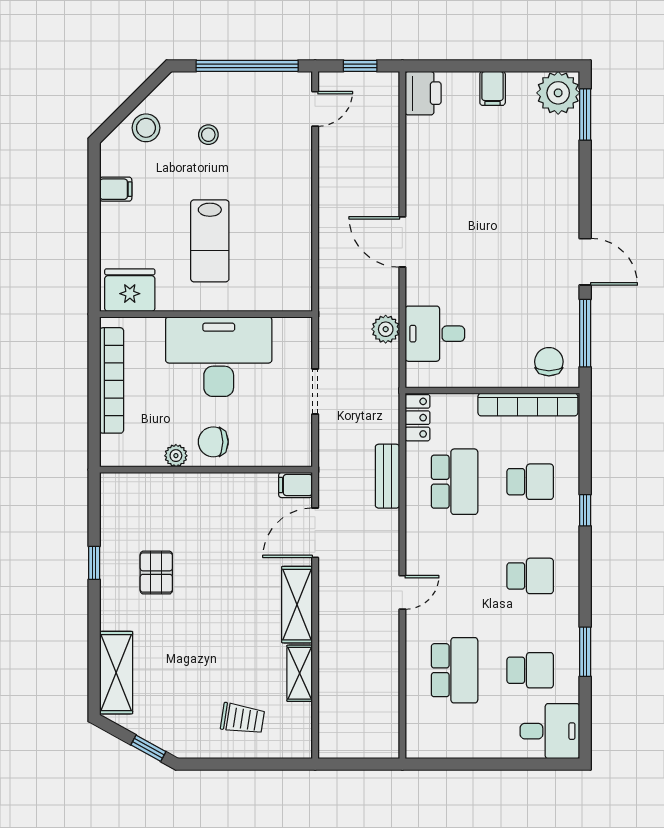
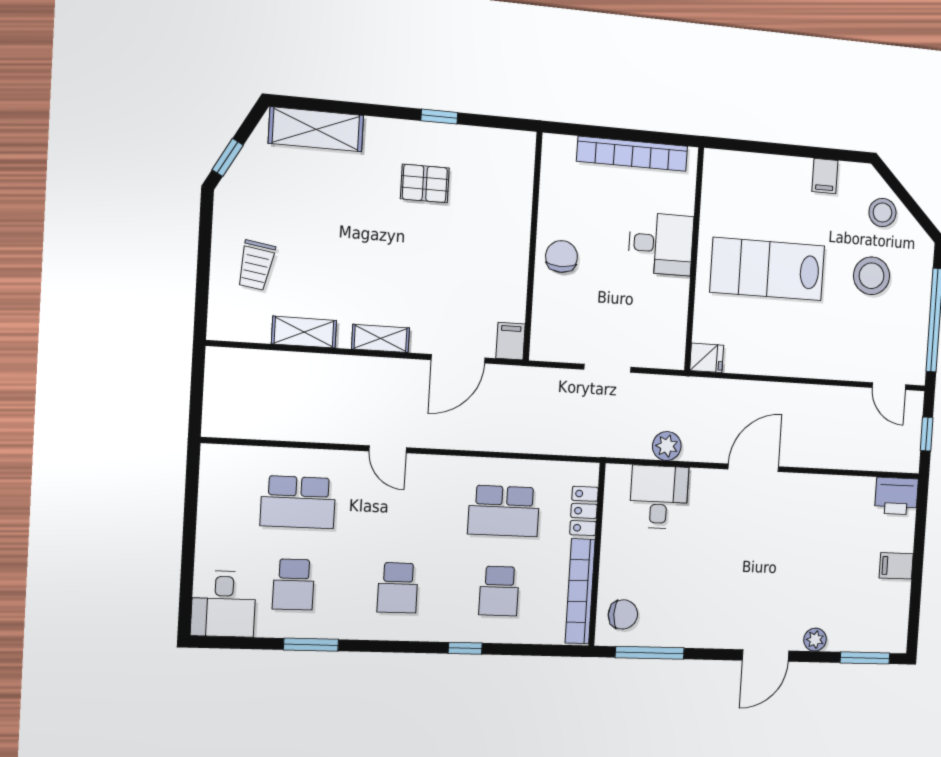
plant: (558, 93) -> (815, 640), moved, width x0.53, depth x0.53
stool: (208, 135) -> (872, 276), width x1.89, depth x1.89
lab bench: (210, 241) -> (767, 269), width x1.36, depth x1.39
door: (585, 262) -> (766, 656), moved
fridge: (130, 290) -> (707, 358), moved, width x0.53, depth x0.75
desk: (219, 357) -> (661, 244), width x0.53, depth x0.77
locker: (417, 418) -> (584, 511), moved, turned 90
plant: (176, 456) -> (549, 215), removed
bench: (387, 476) -> (514, 440), removed
door: (315, 533) -> (458, 359), swing flipped
shelving: (297, 605) -> (381, 338), width x0.67, depth x0.75

